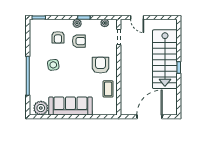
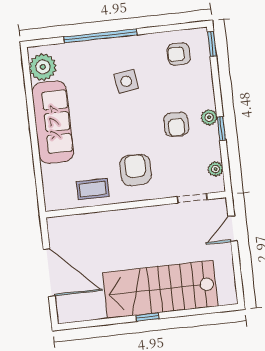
armchair: (58, 37) -> (179, 54), moved
armchair: (101, 65) -> (136, 170), turned -90

